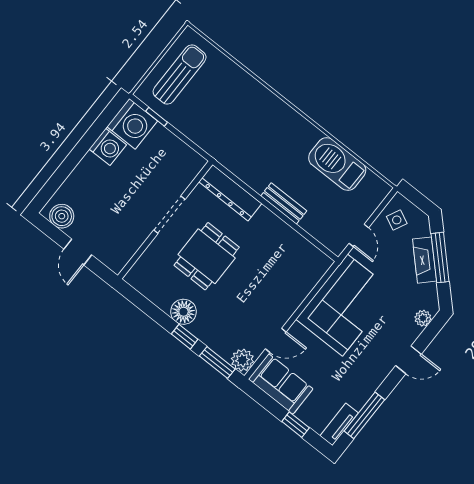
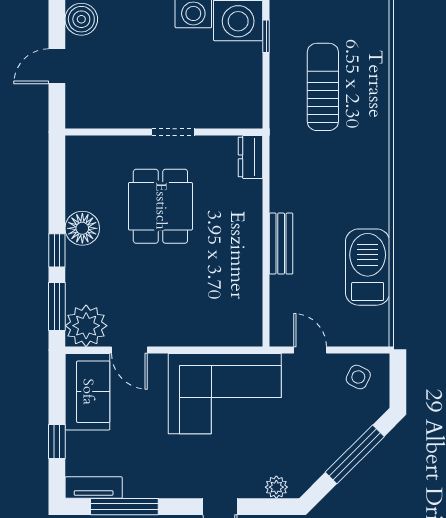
sun lounger: (180, 74) -> (323, 87), moved, turned -90
dresser: (230, 193) -> (251, 157), width x0.51, depth x0.80
doorway: (169, 215) -> (173, 132), width x0.73
door: (359, 236) -> (310, 350), swing flipped
dining table: (207, 256) -> (160, 206), turned 90
fireplace: (425, 260) -> (339, 440), removed
plant: (242, 360) -> (86, 326), width x1.36, depth x1.36

